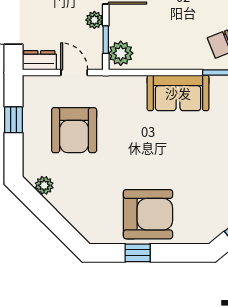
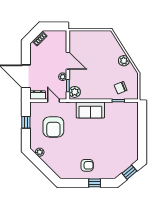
sofa: (178, 93) -> (90, 110), moved
armchair: (148, 214) -> (87, 165), width x0.53, depth x0.53
window: (138, 253) -> (95, 183), moved

